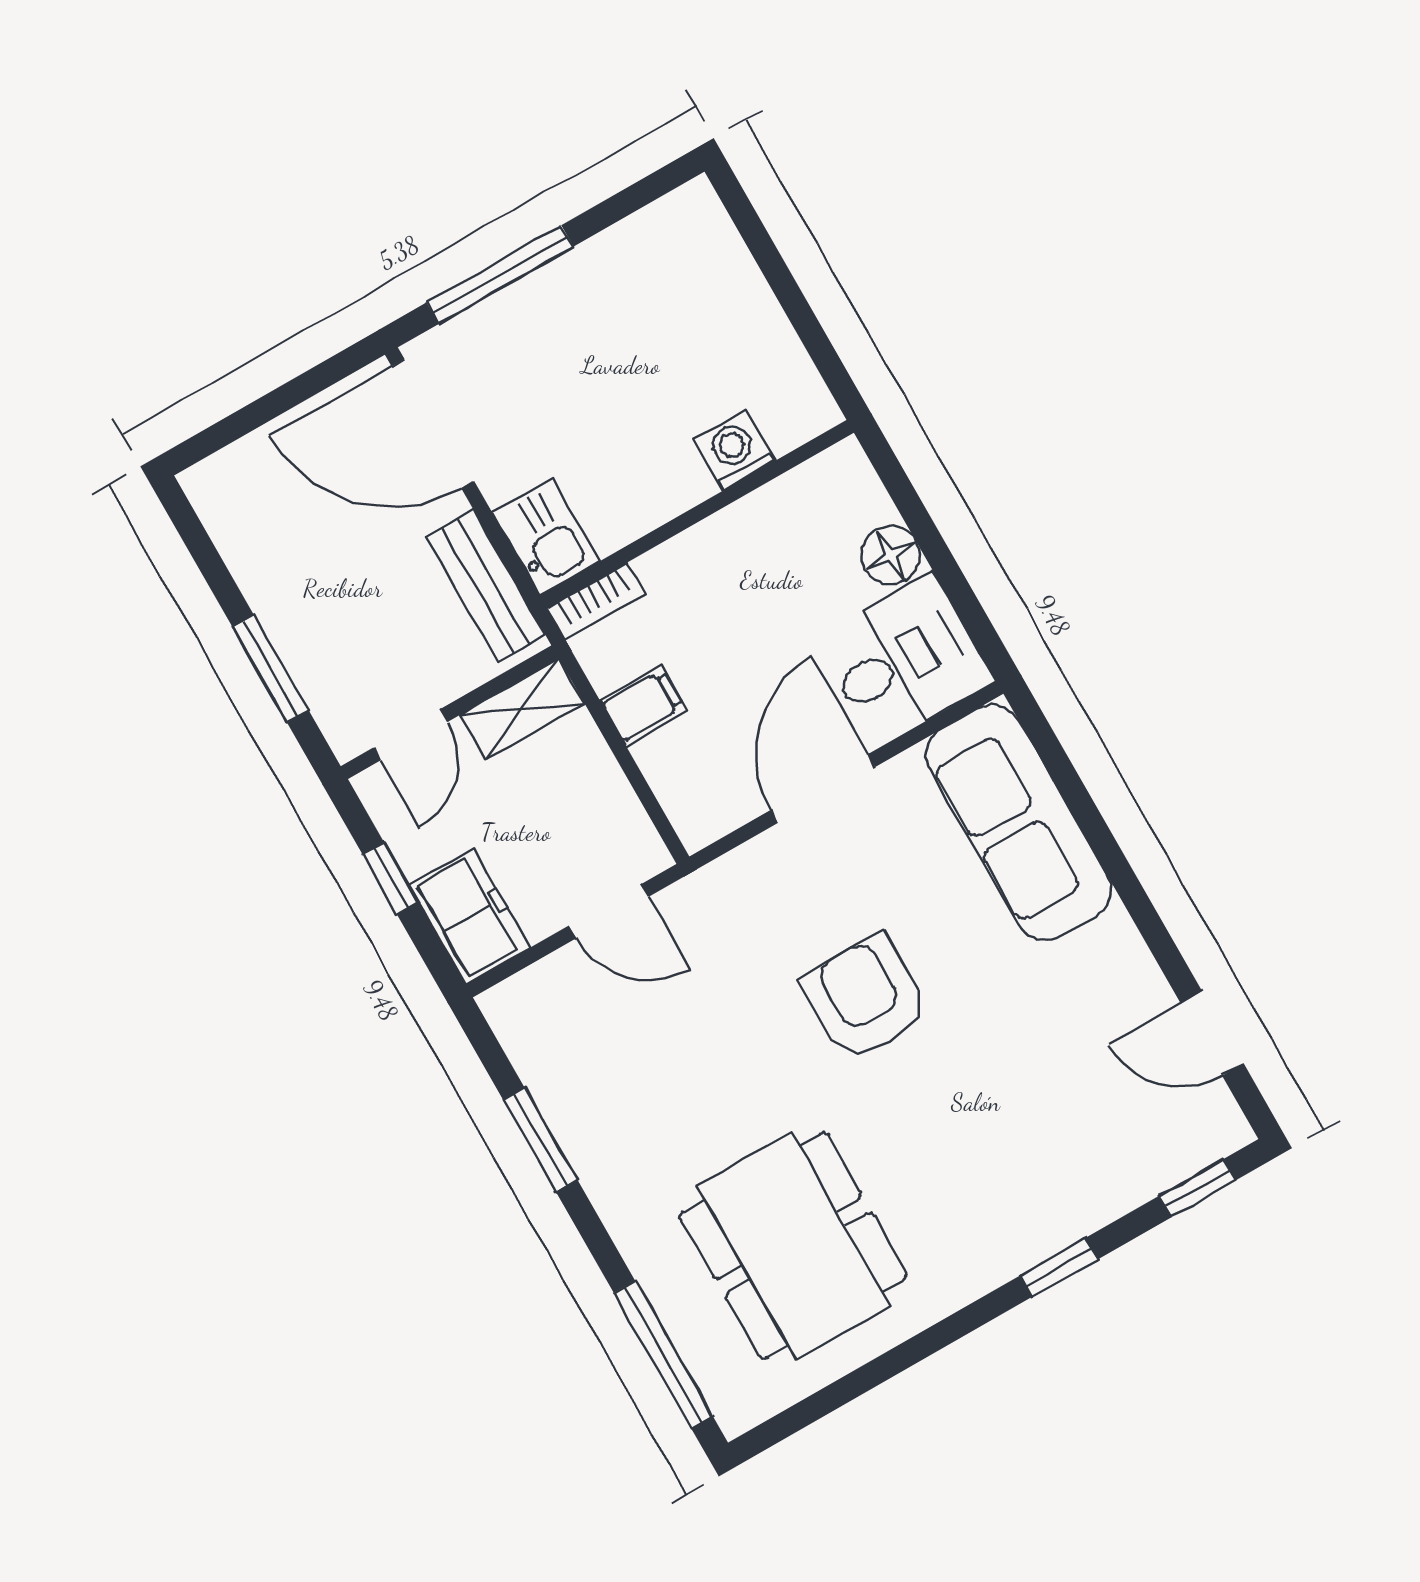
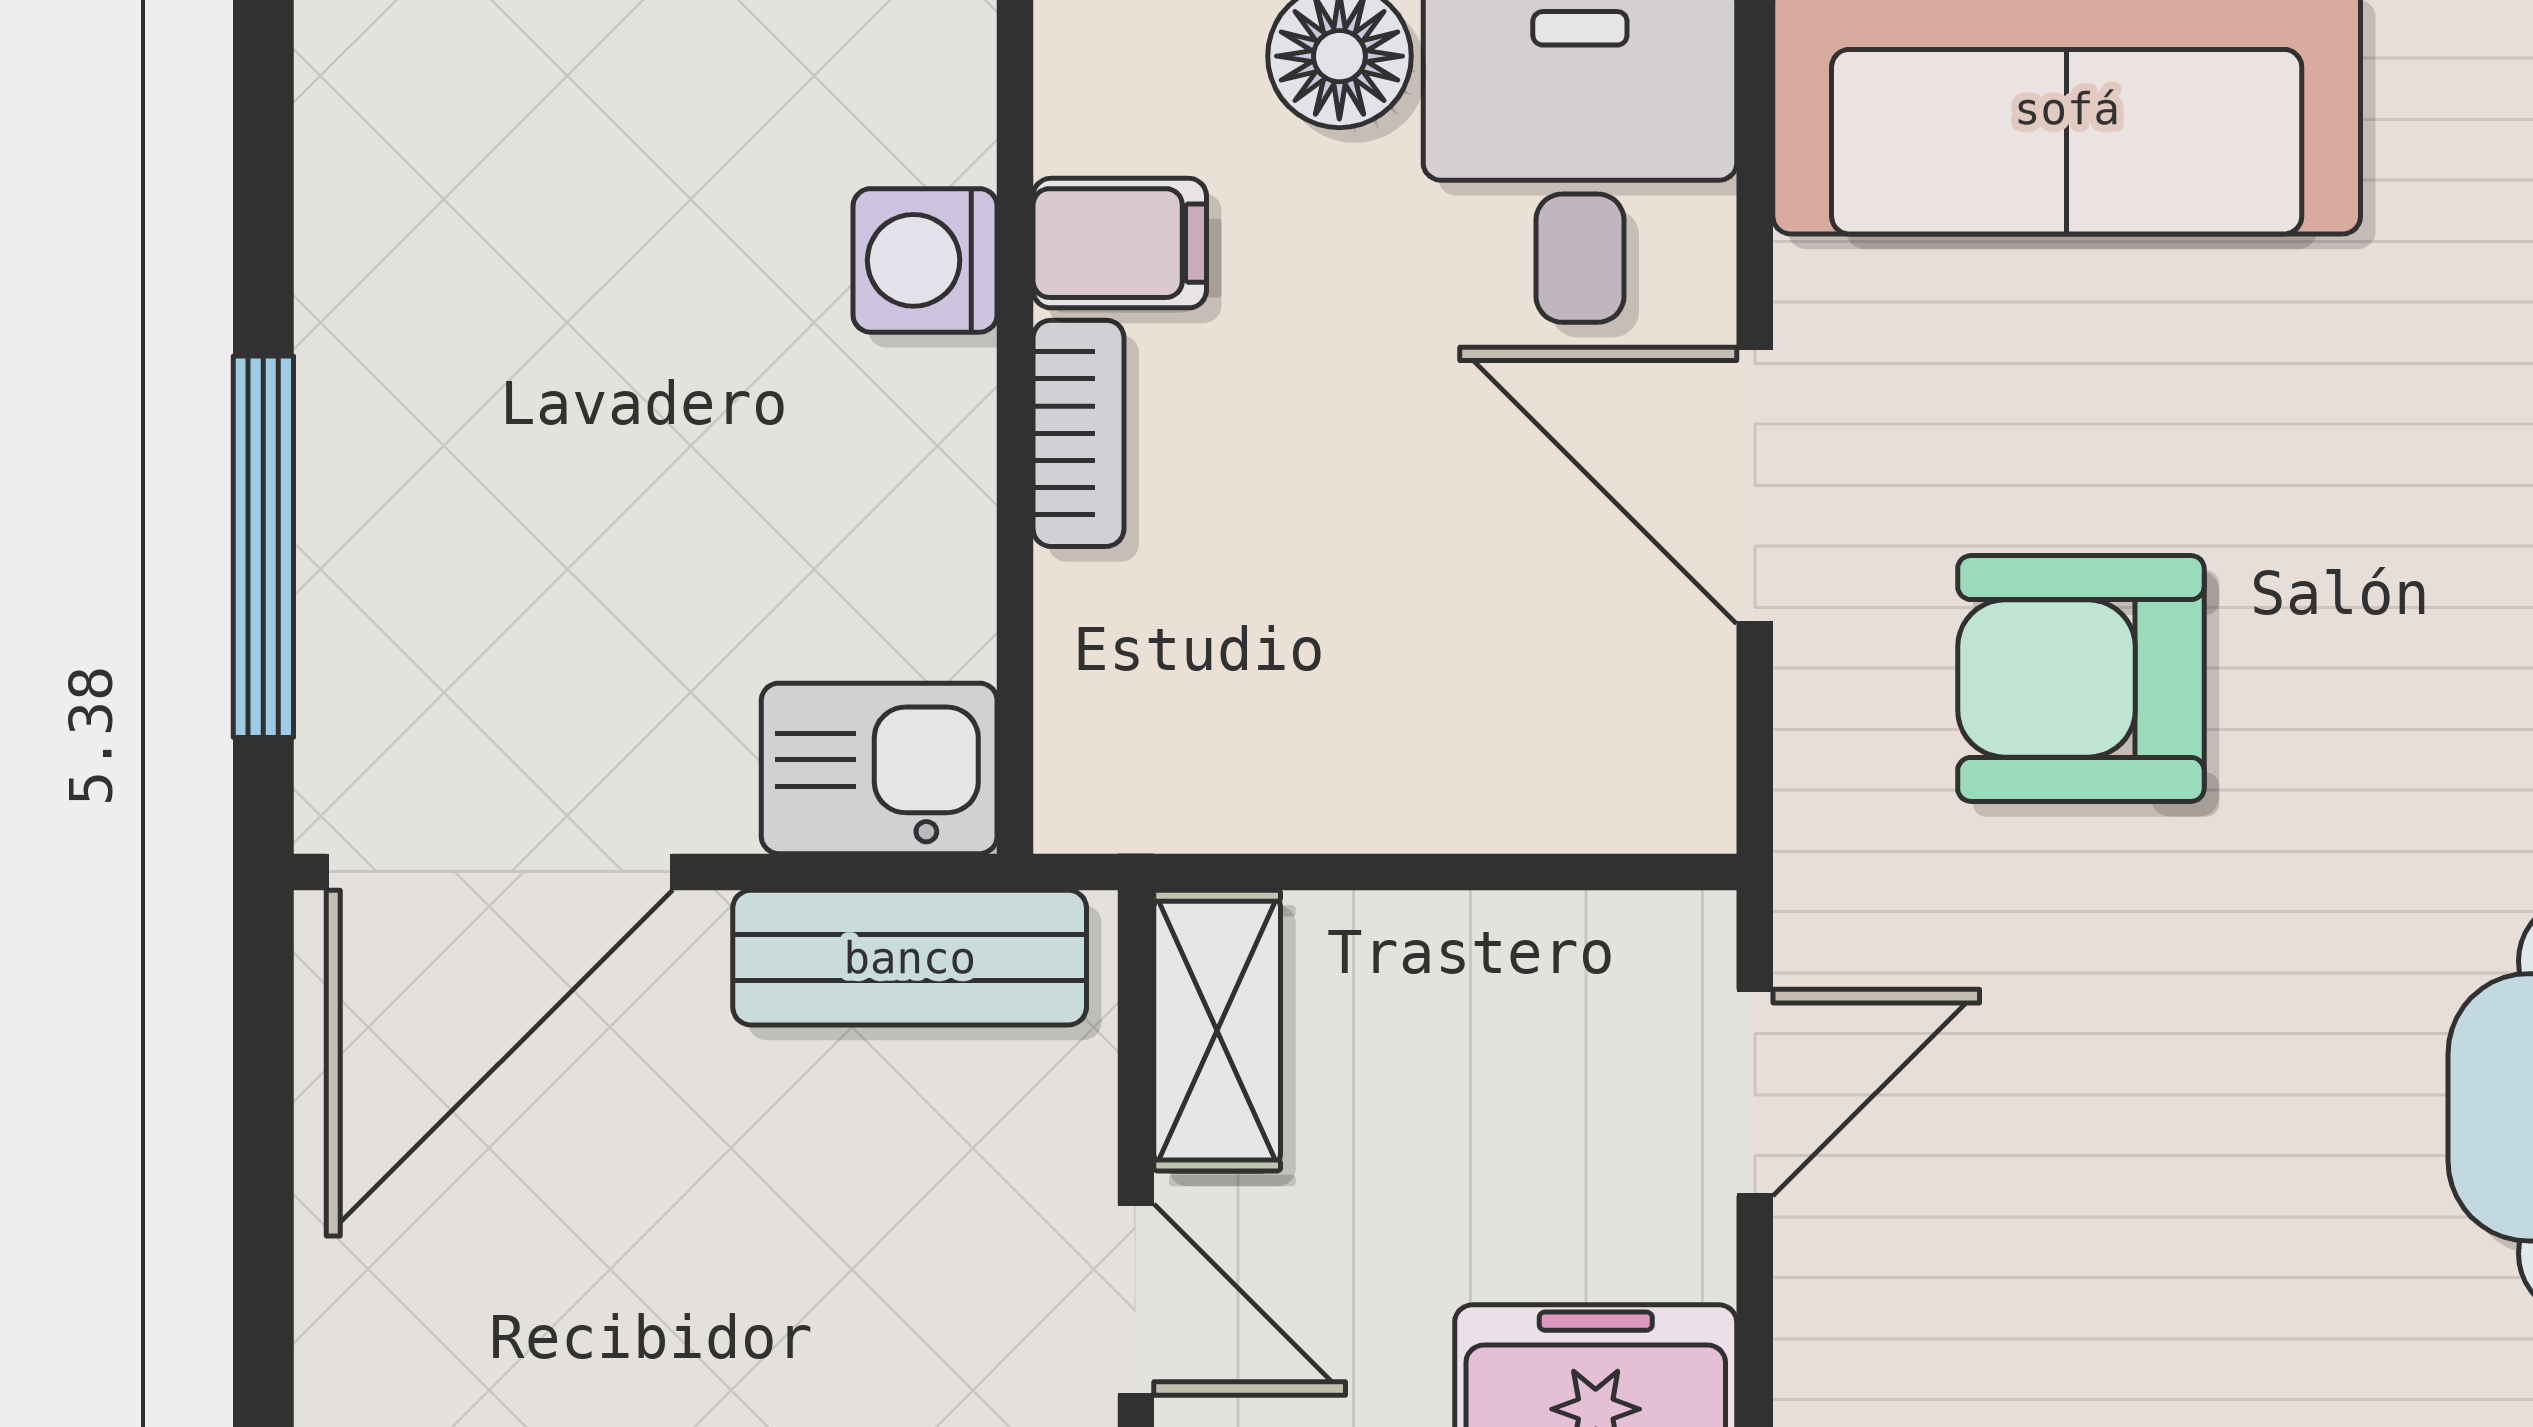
bookcase: (596, 601) -> (1079, 433), moved
filing cabinet: (643, 705) -> (1120, 243), moved, turned 90
armchair: (865, 998) -> (2081, 678), moved

